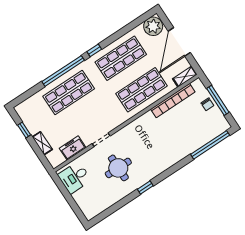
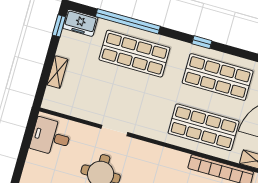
window: (63, 71) -> (128, 21), moved
window: (24, 130) -> (59, 26), moved
freezer: (73, 148) -> (80, 23), moved, turned 180

